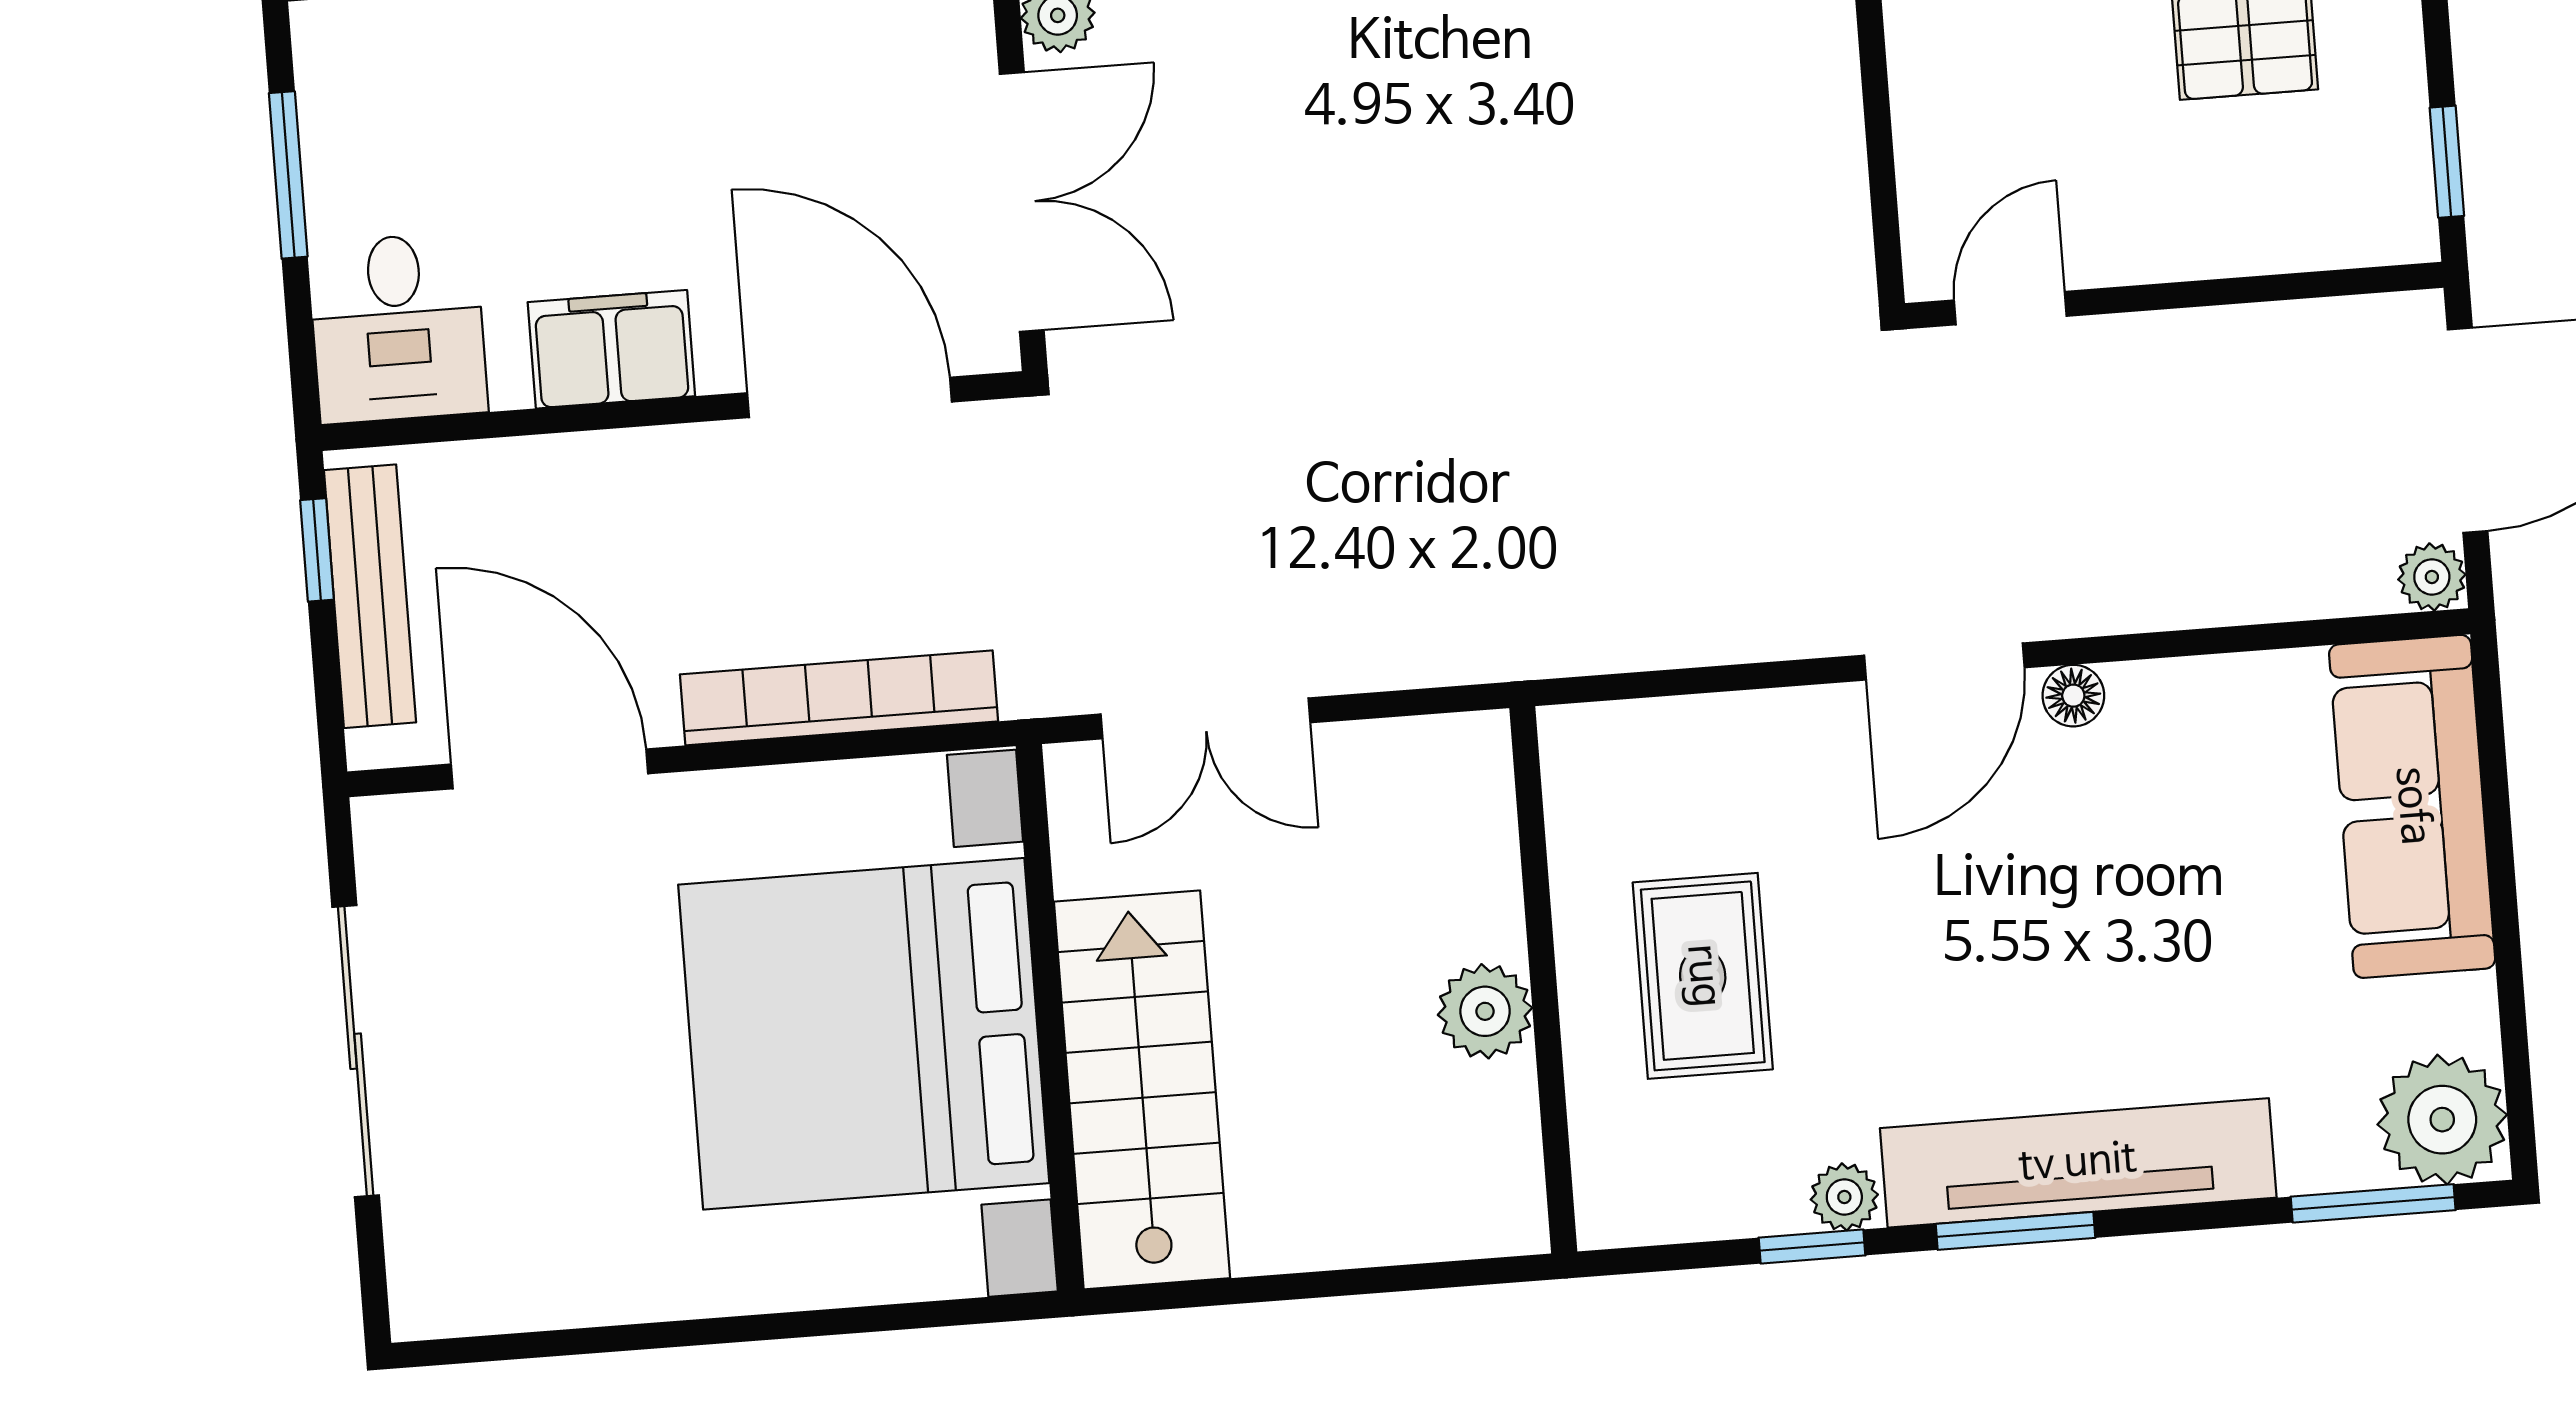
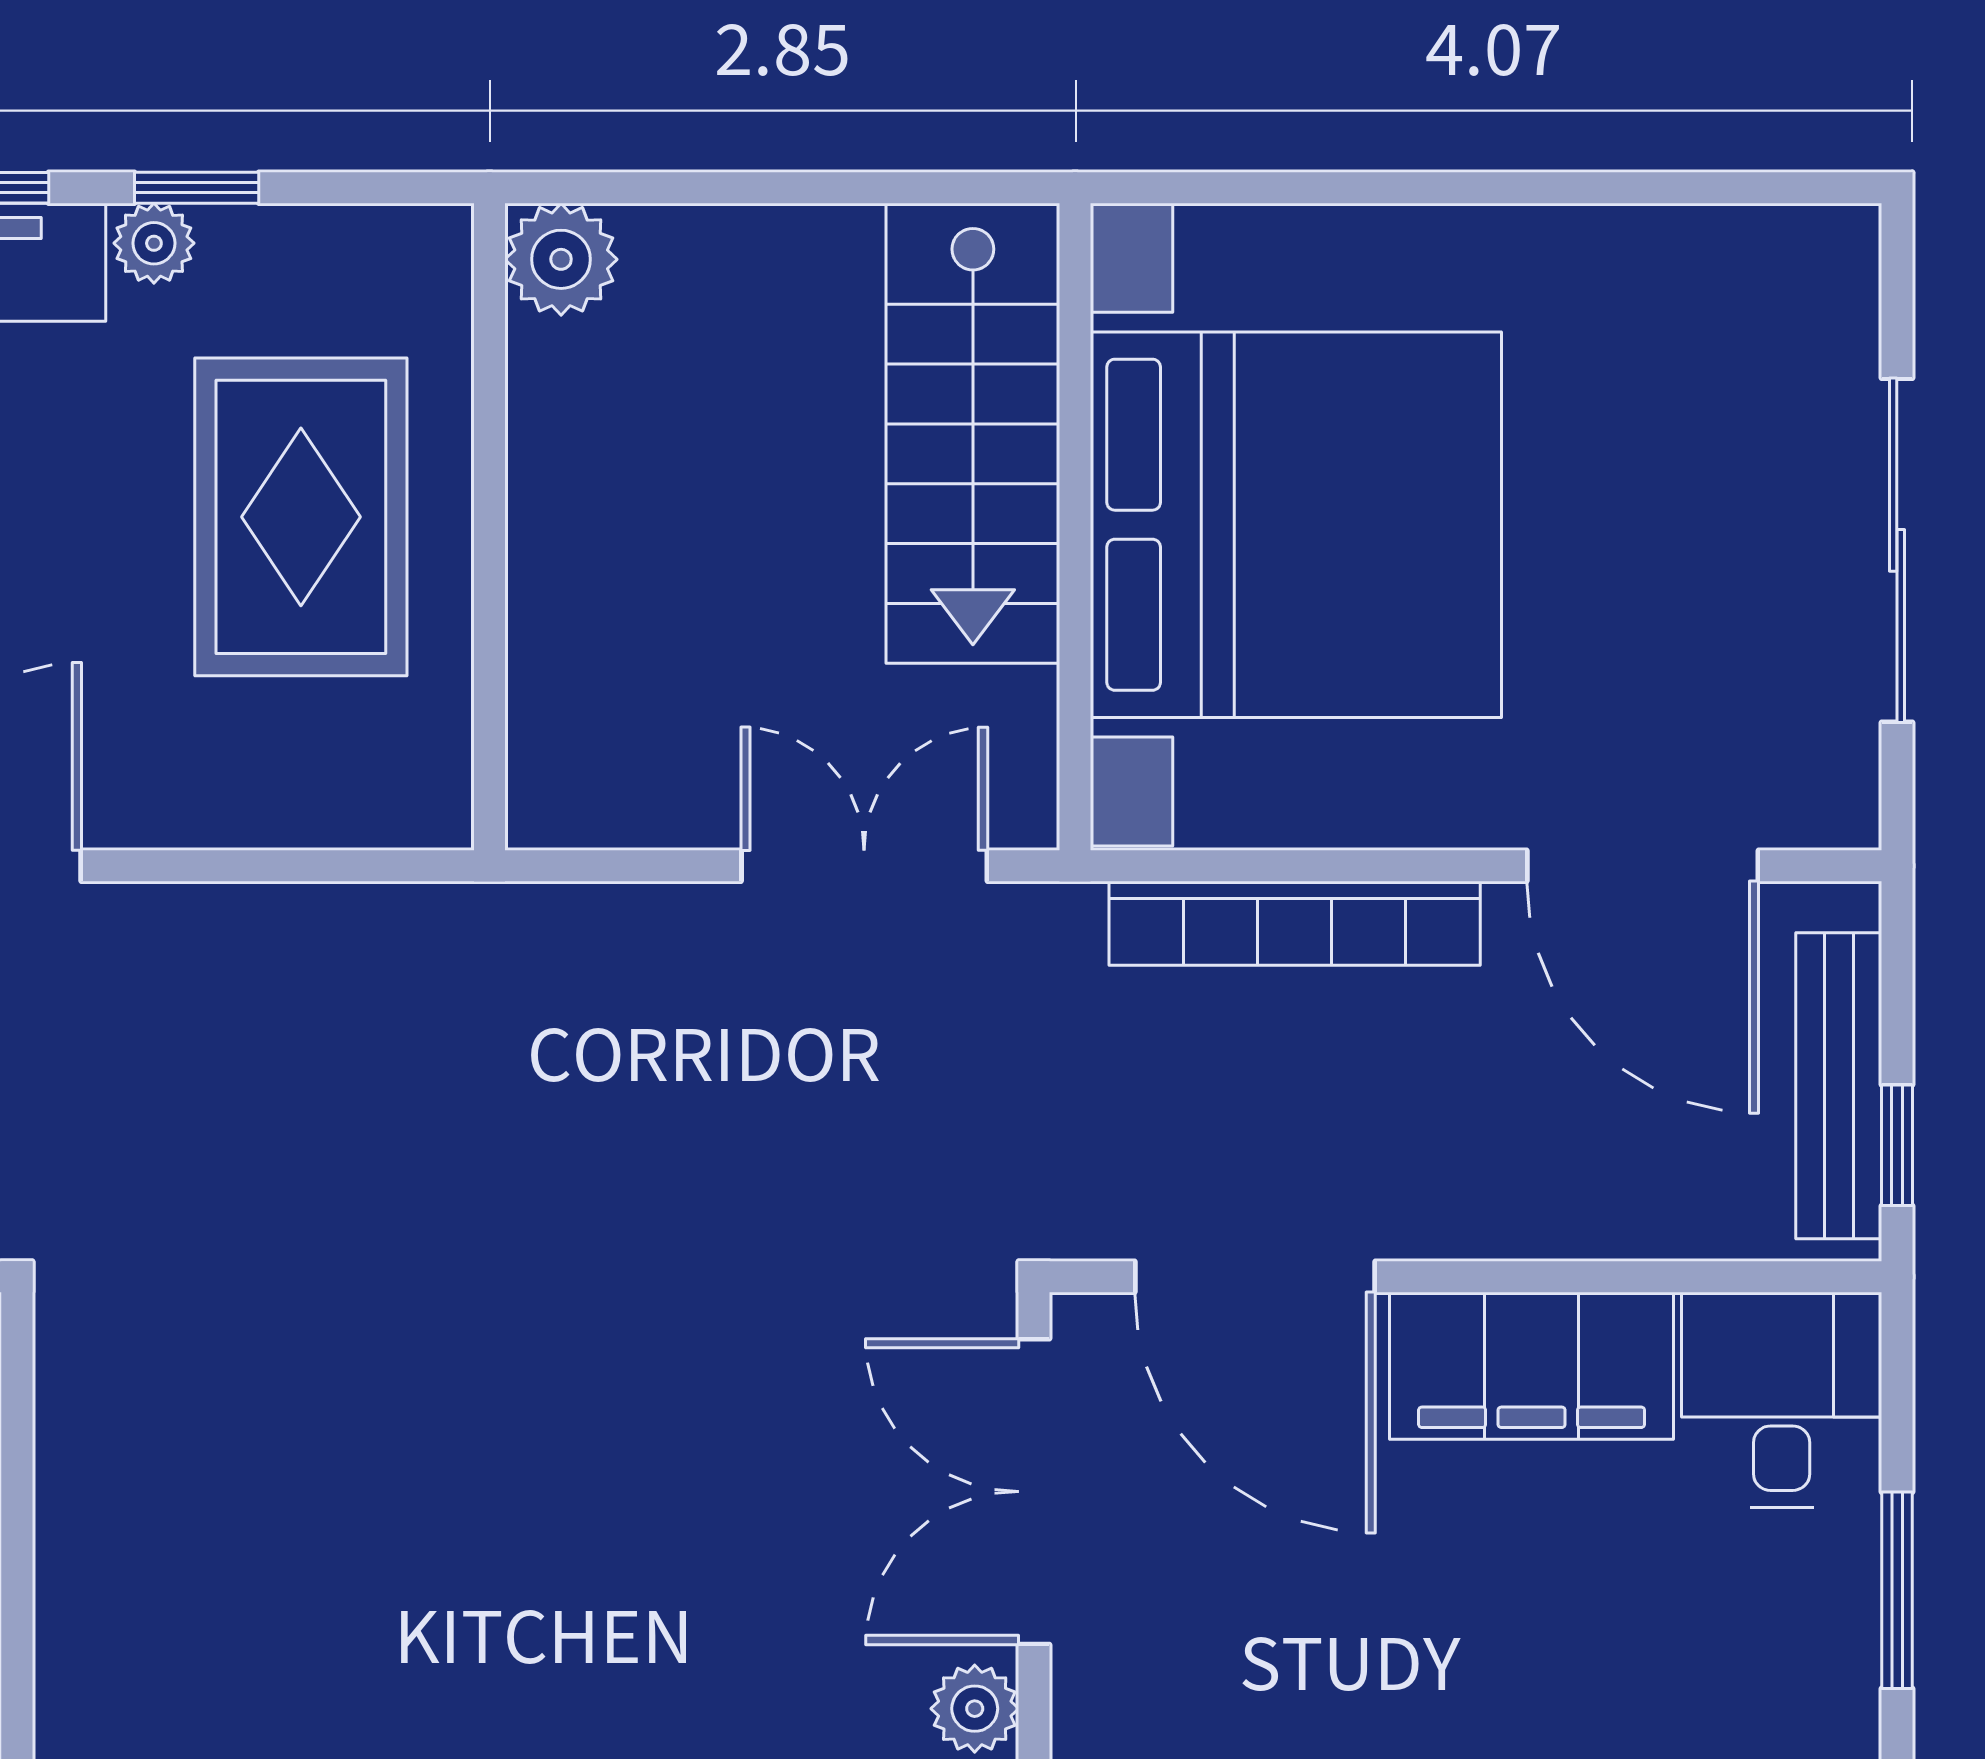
filing cabinet: (611, 349) -> (1532, 1366), width x1.50, depth x1.17
rug: (1703, 976) -> (301, 517), width x1.36, depth x1.43
plant: (1485, 1011) -> (561, 259), moved

